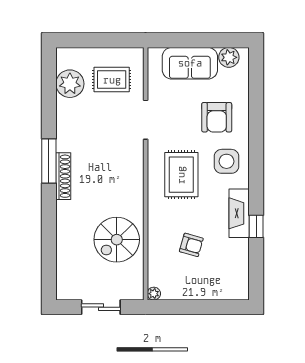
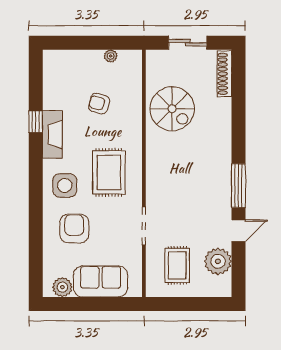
rug: (112, 80) -> (177, 265), turned 90
door: (49, 115) -> (238, 231), added
shoe rack: (63, 176) -> (224, 74), moved
spiral stairs: (117, 240) -> (172, 109), turned 90
plant: (154, 294) -> (111, 56), moved

